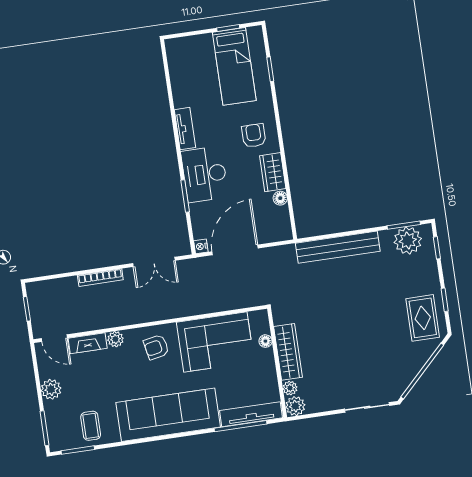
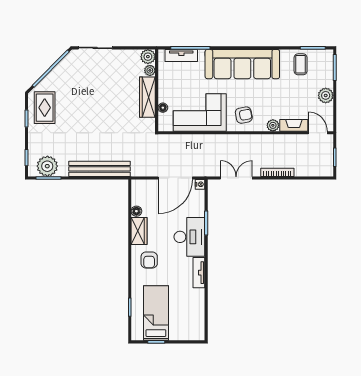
tv unit: (251, 414) -> (181, 55), width x0.71

